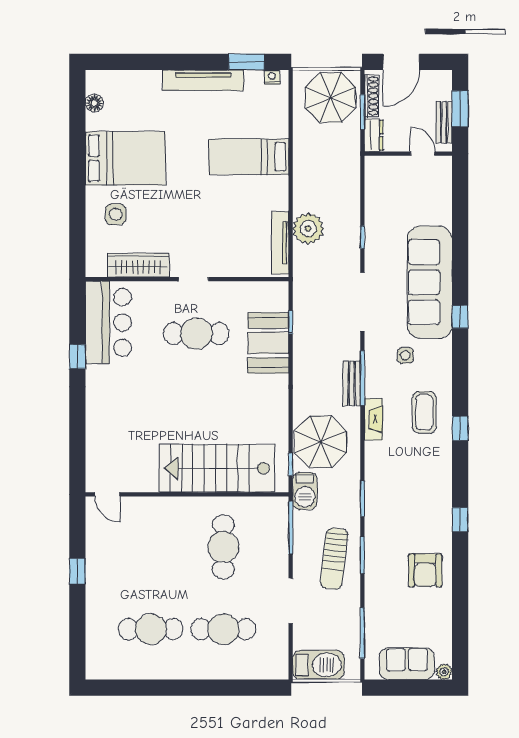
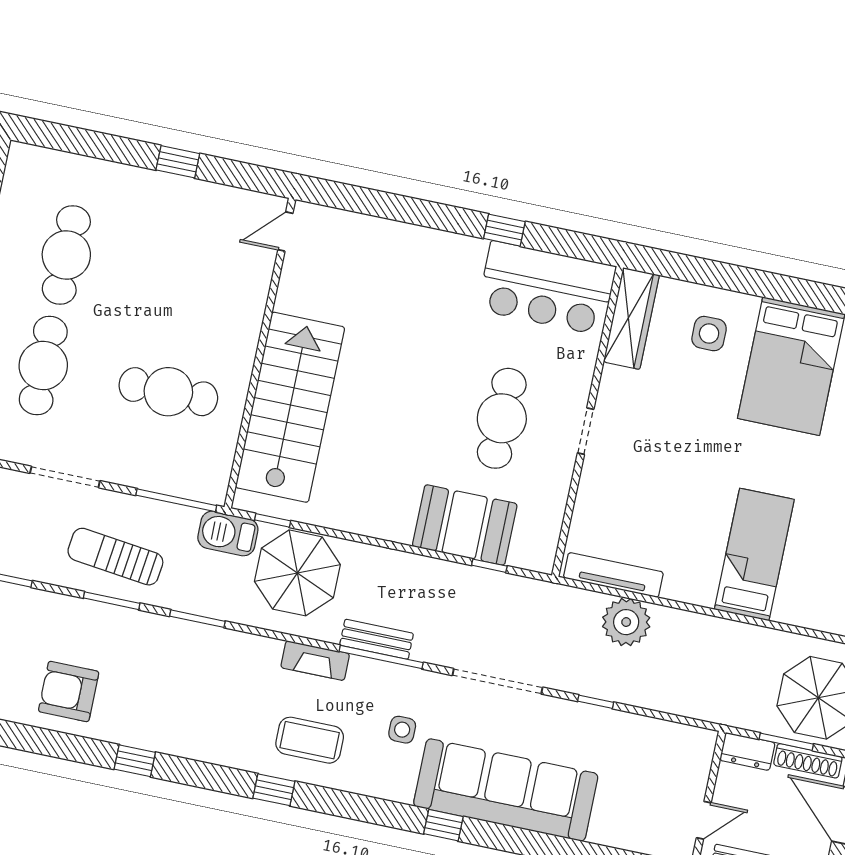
wardrobe: (138, 265) -> (631, 318), moved

